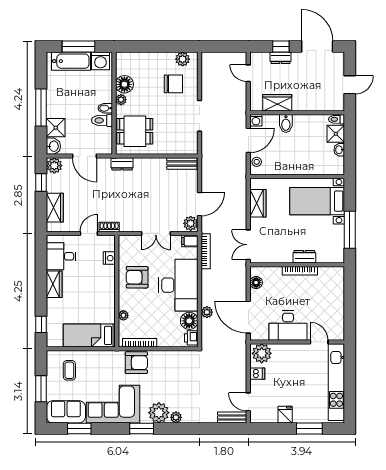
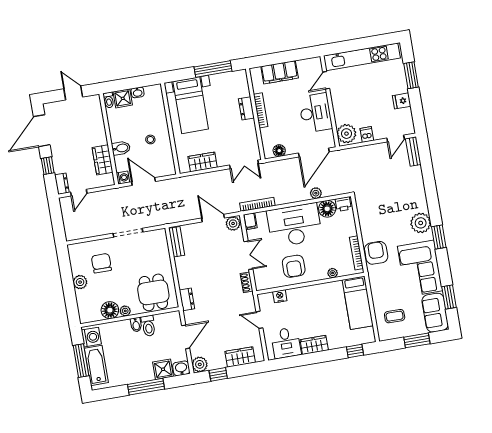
dresser: (280, 58) -> (62, 184), moved
plant: (183, 59) -> (80, 282), moved
stool: (257, 162) -> (150, 139), moved
shoe rack: (109, 227) -> (247, 282), moved
filing cabinet: (335, 296) -> (280, 72), added
plant: (176, 417) -> (422, 206), removed

